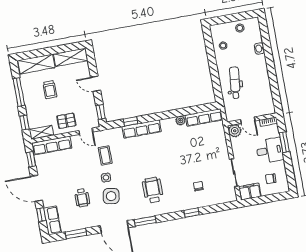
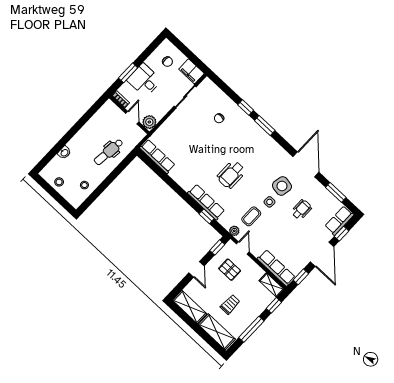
plant: (180, 120) -> (234, 231), moved
pallet: (66, 121) -> (230, 270), moved
wheelchair: (153, 190) -> (231, 174), moved
window: (145, 221) -> (265, 125), moved

